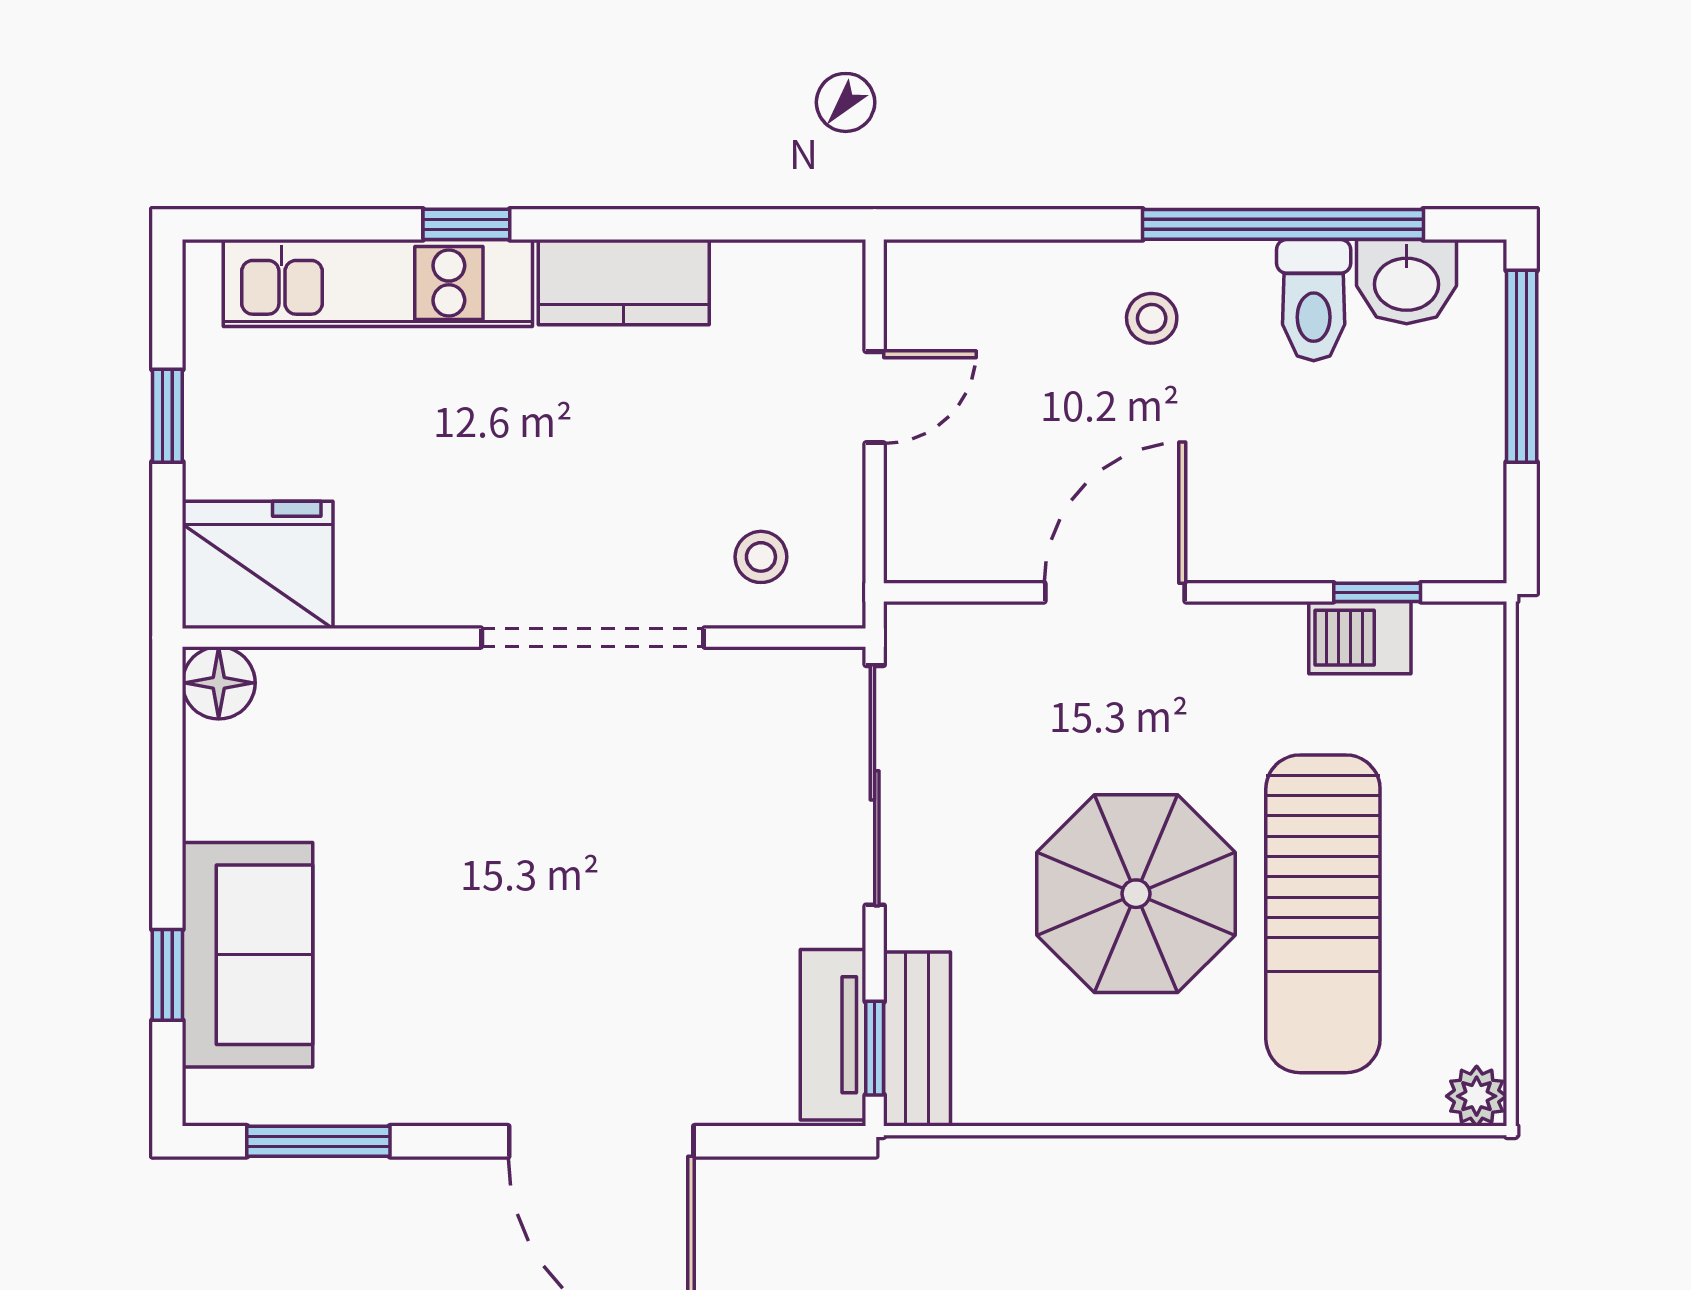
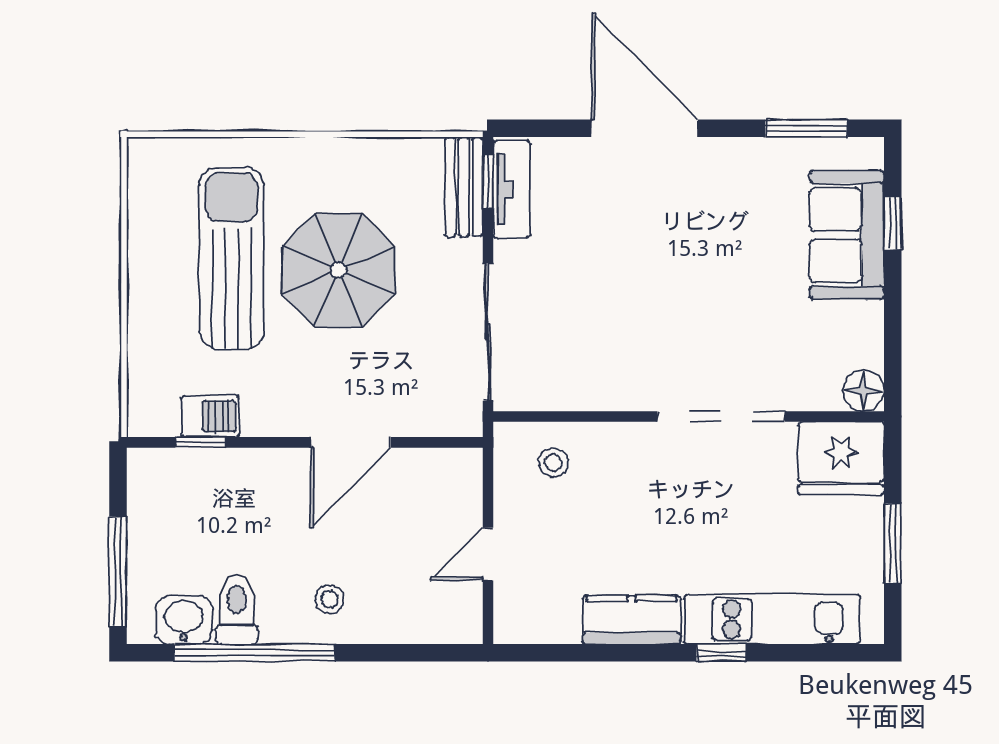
window: (167, 416) -> (893, 543), width x1.50
doorway: (593, 638) -> (721, 416), moved
plant: (1477, 1096) -> (144, 154), removed

